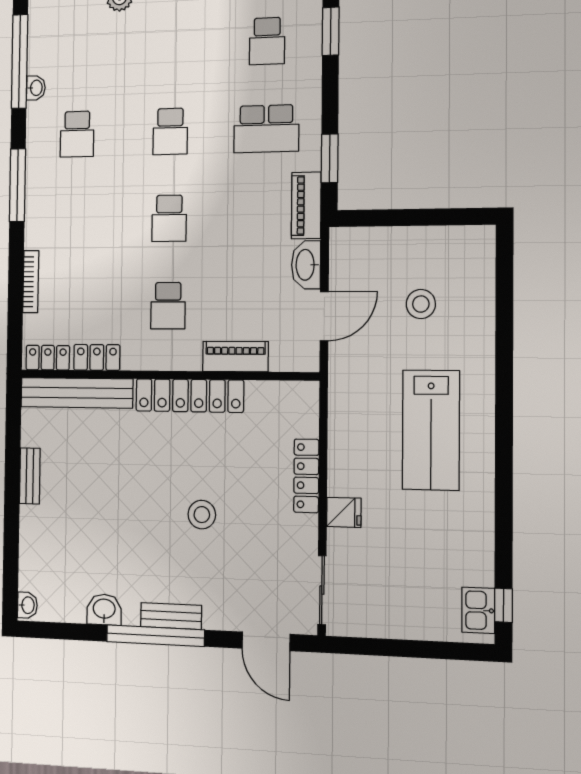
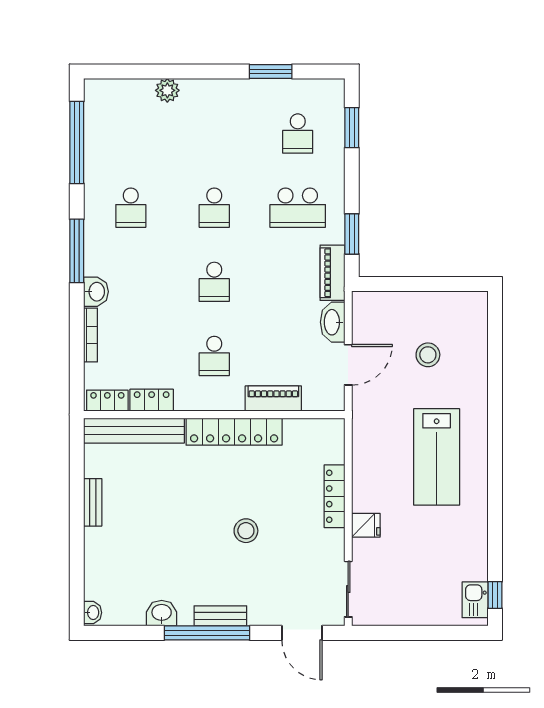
washbasin: (36, 88) -> (96, 292), moved, width x1.38, depth x1.45

